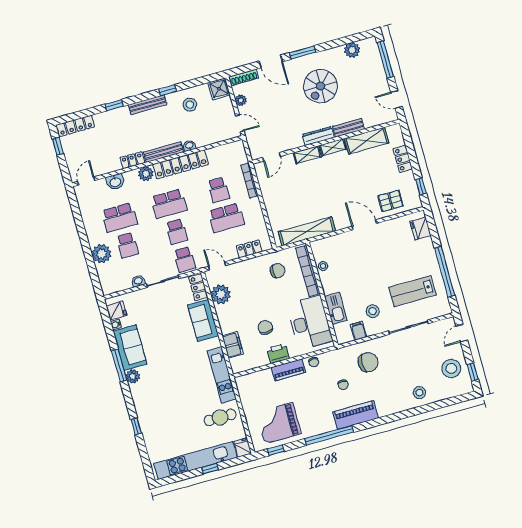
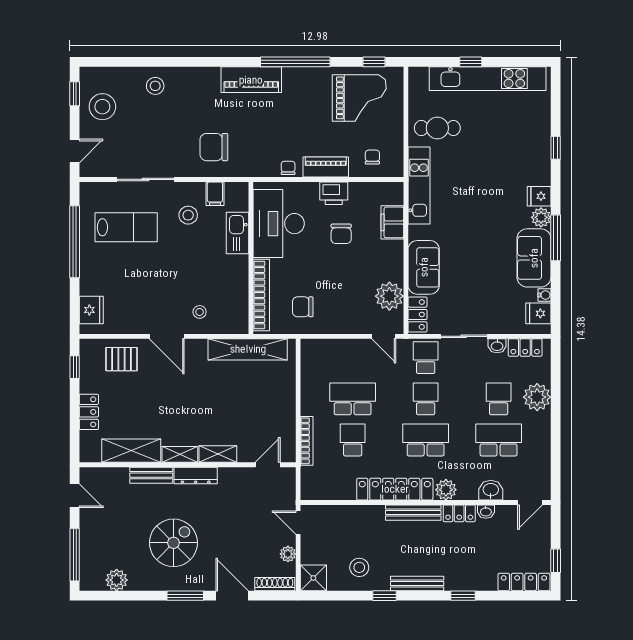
washbasin: (189, 146) -> (486, 512), moved
locker: (249, 249) -> (525, 347), moved
stool: (323, 266) -> (200, 312), moved
chair: (343, 385) -> (372, 157), moved
fridge: (243, 448) -> (539, 196), moved, turned 90

